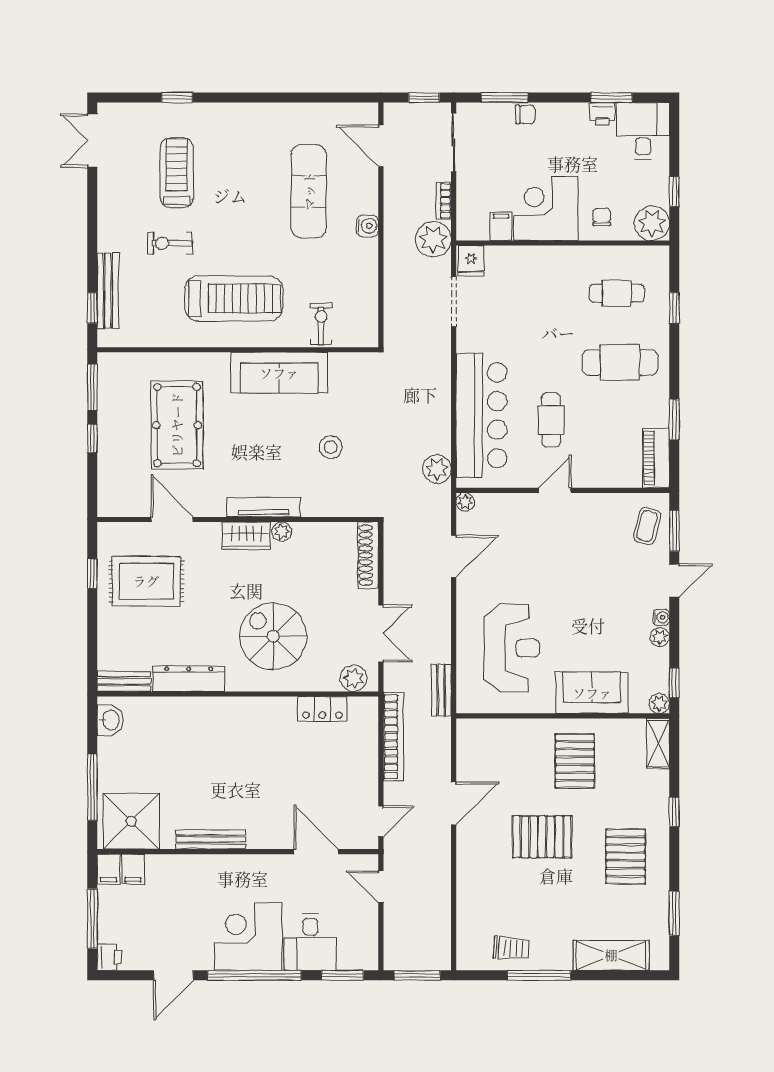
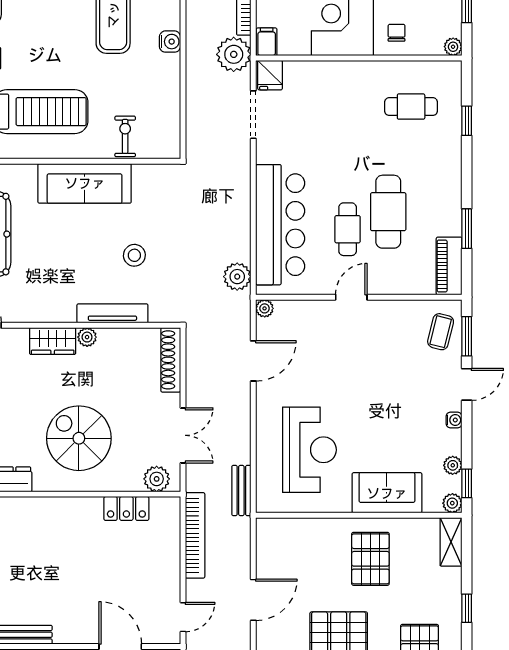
plant: (652, 223) -> (453, 47), width x0.53, depth x0.53
filing cabinet: (501, 226) -> (267, 42), moved
cafe table: (620, 363) -> (388, 212), moved, turned 90
tv unit: (264, 507) -> (112, 313), moved
plant: (660, 637) -> (453, 465), moved

